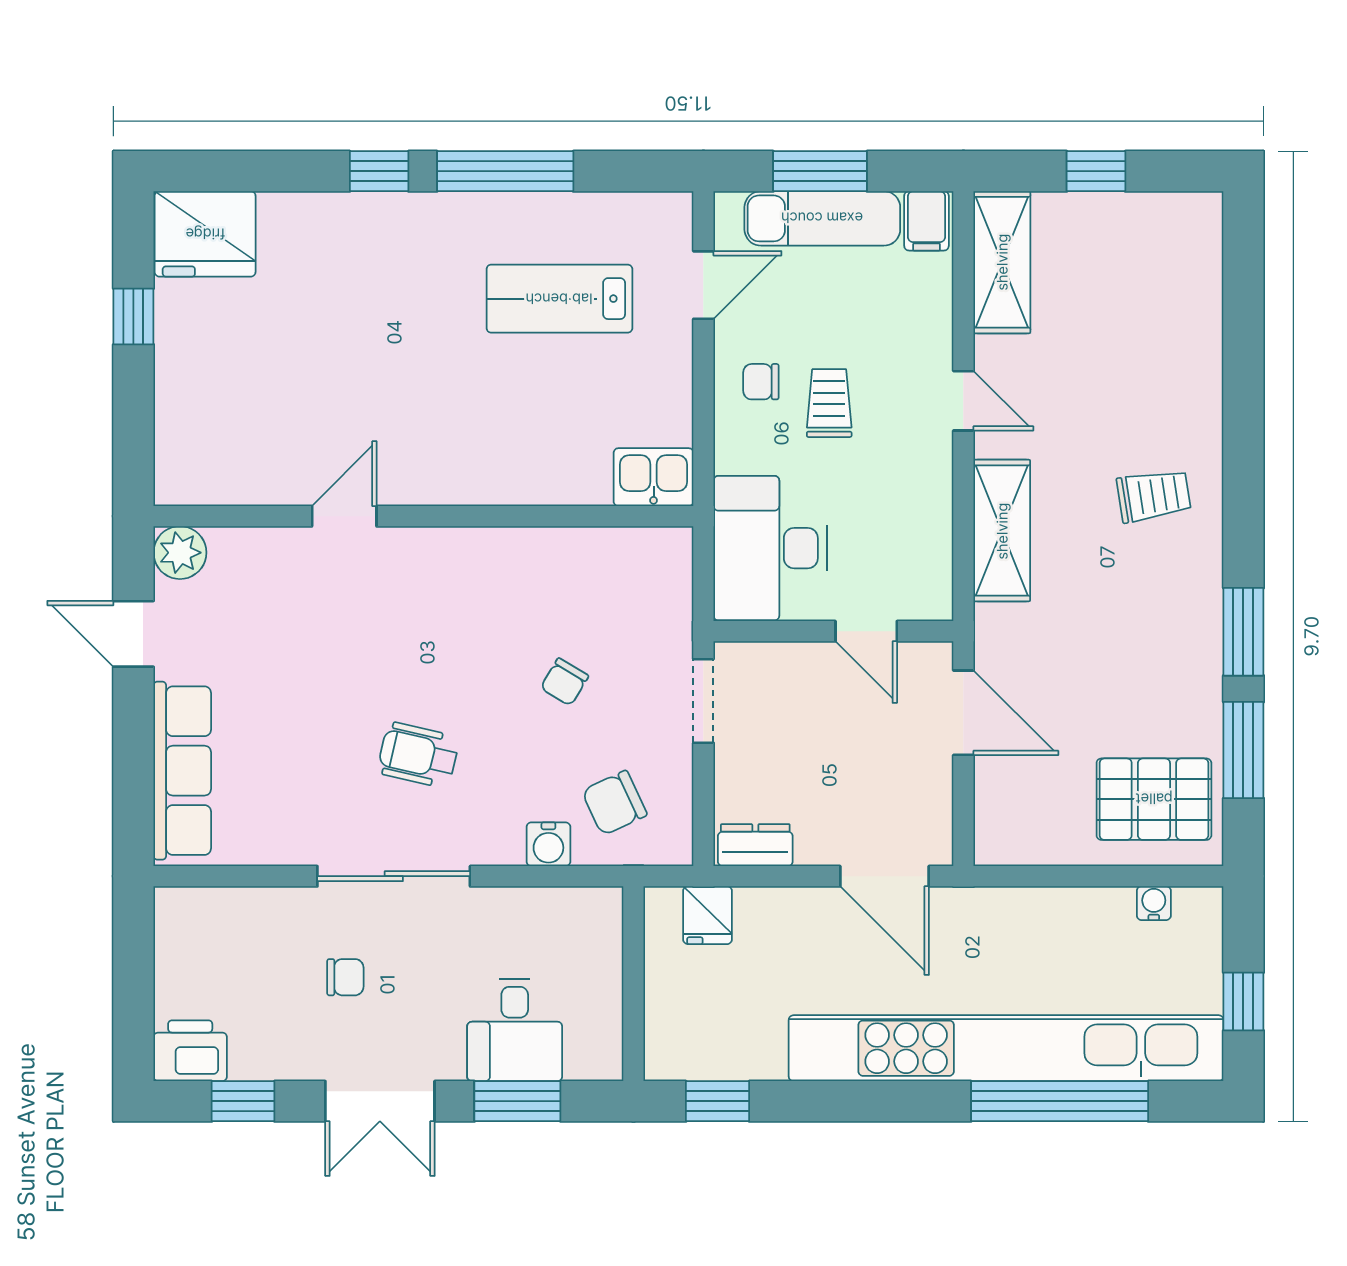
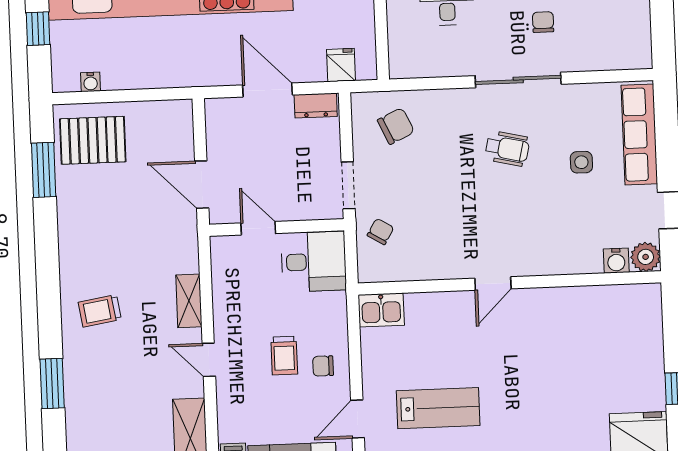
chair: (761, 382) -> (323, 366), turned 180
door: (344, 516) -> (493, 284), moved
shelving: (1002, 531) -> (189, 301), width x0.67, depth x0.75
desk: (770, 548) -> (314, 262), width x0.73
window: (1243, 632) -> (52, 384), moved
chair: (564, 682) -> (381, 231), moved
side table: (287, 725) -> (581, 162), added
water cooler: (548, 844) -> (616, 261), moved, turned 180
door: (885, 876) -> (267, 90), moved
chair: (345, 977) -> (543, 22), turned 90

